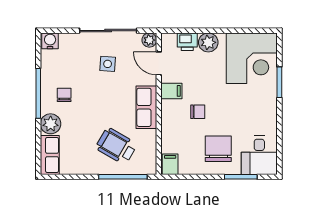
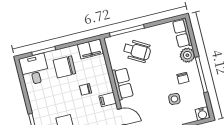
side table: (108, 64) -> (174, 99), moved
chair: (218, 149) -> (64, 67), turned 90
filing cabinet: (170, 164) -> (90, 49), width x2.00

